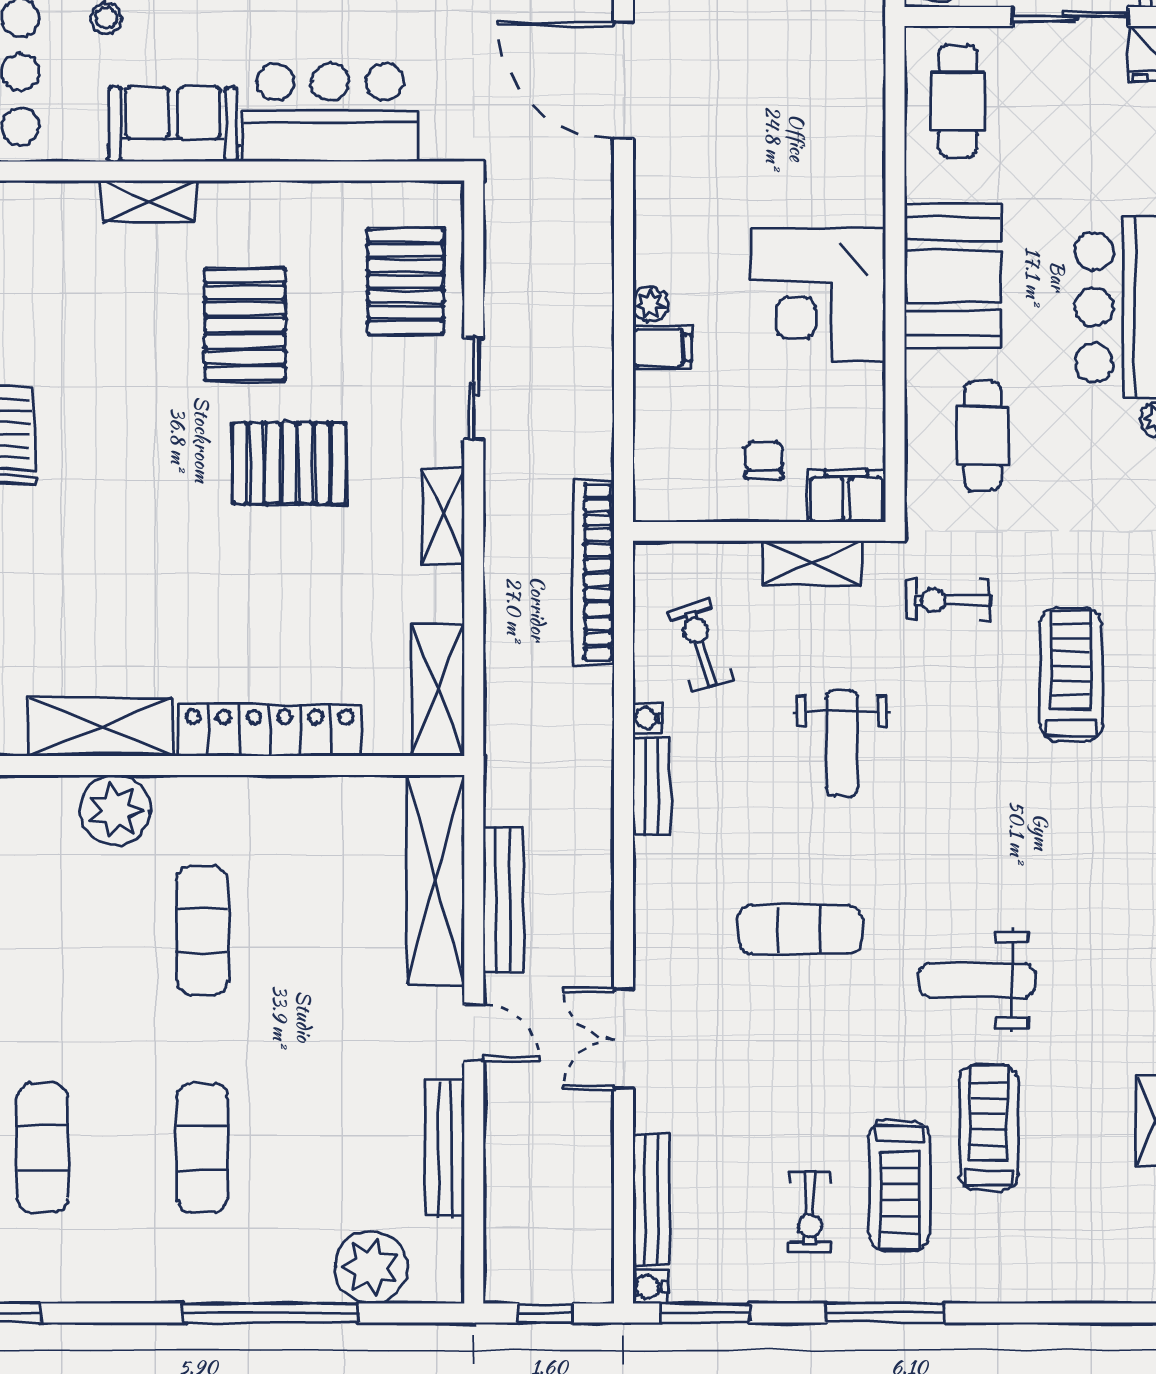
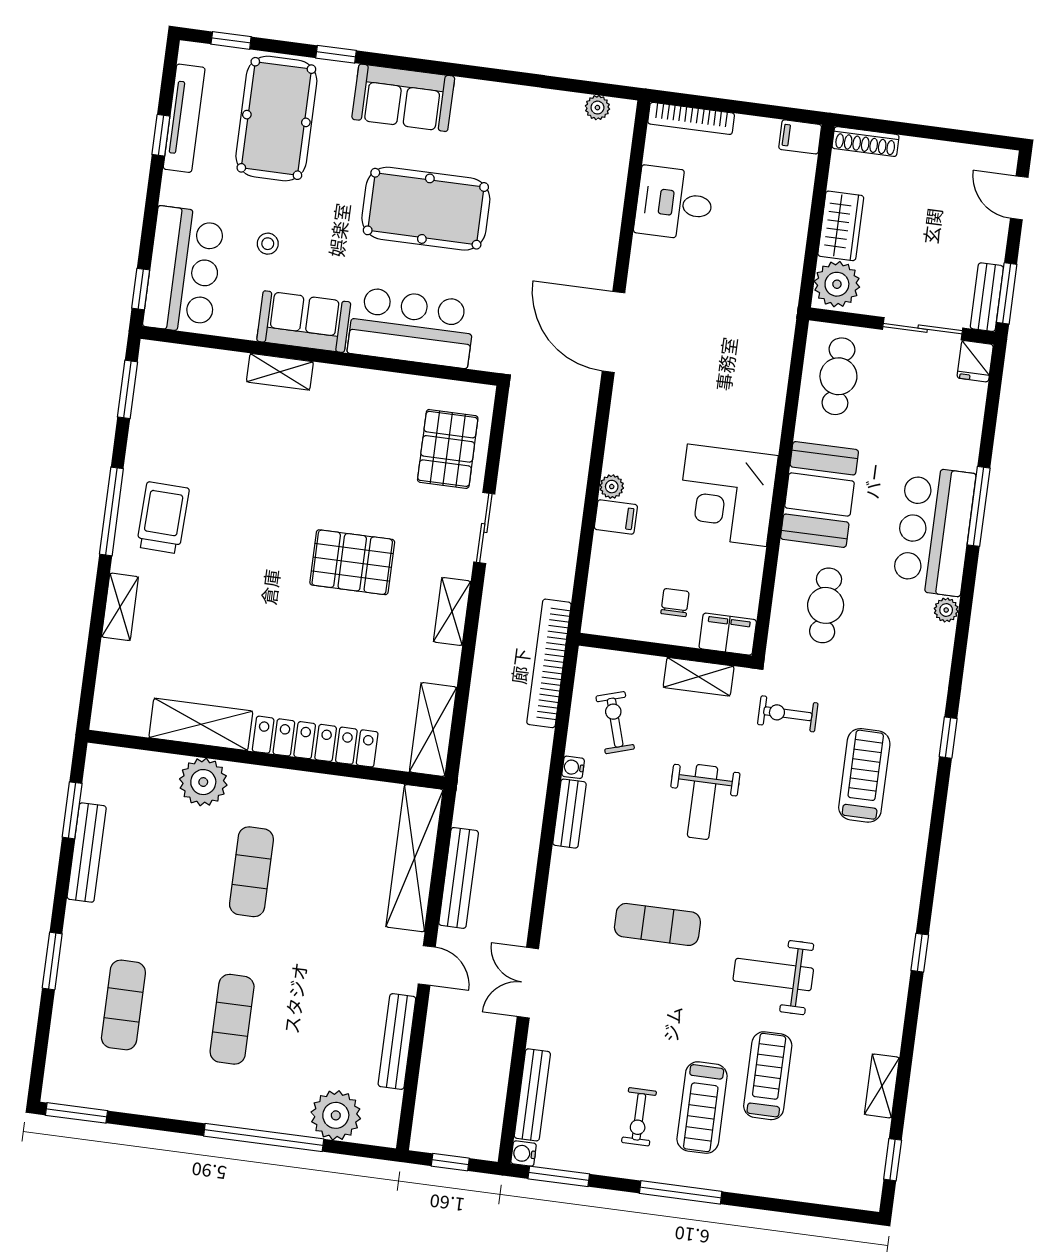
pallet: (245, 325) -> (335, 464), removed

